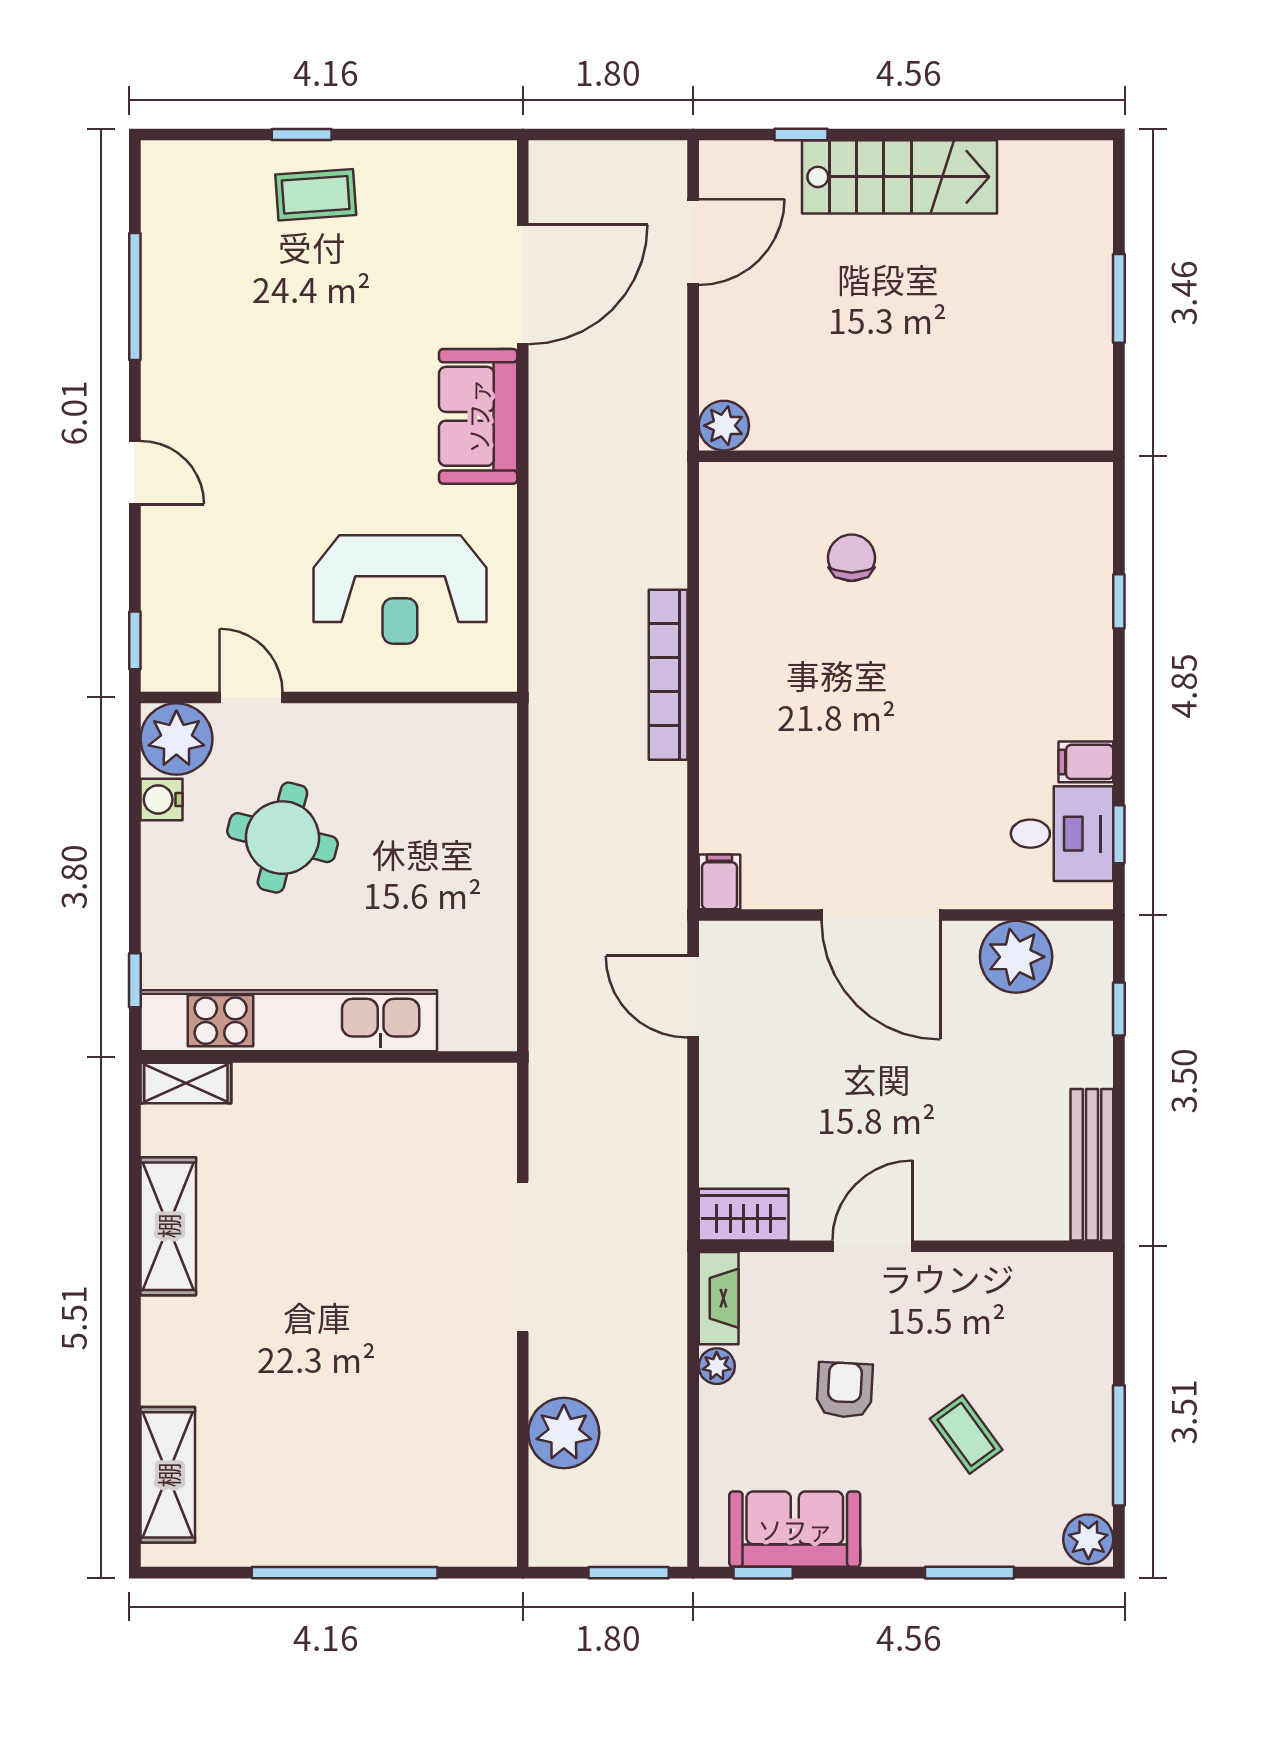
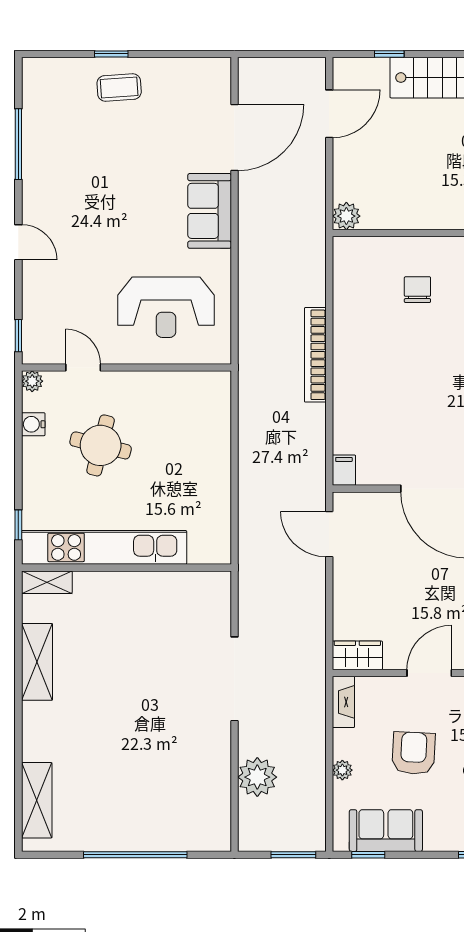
plant: (176, 739) -> (32, 381), width x0.53, depth x0.53
plant: (717, 1366) -> (342, 770), moved
armchair: (845, 1390) -> (414, 753), width x1.38, depth x1.38

